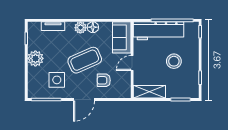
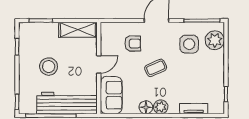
plant: (35, 58) -> (215, 40), moved
coffee table: (85, 60) -> (156, 68), width x0.54, depth x0.58

